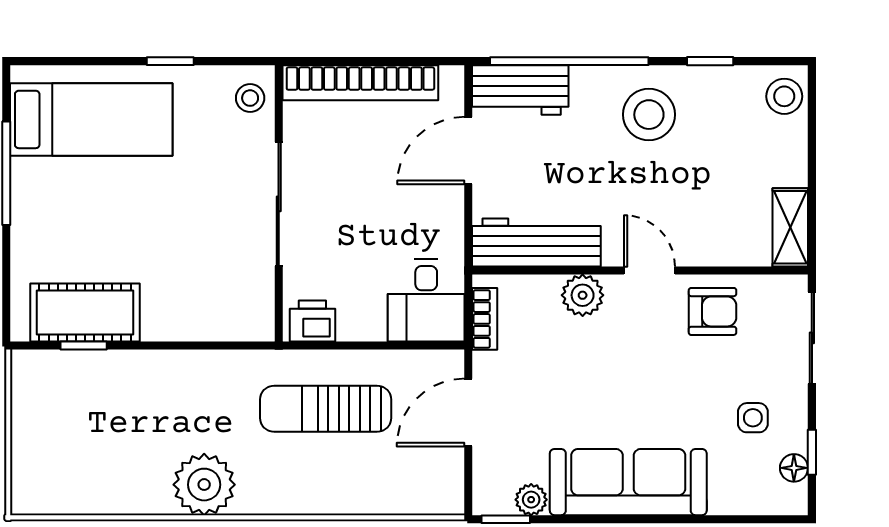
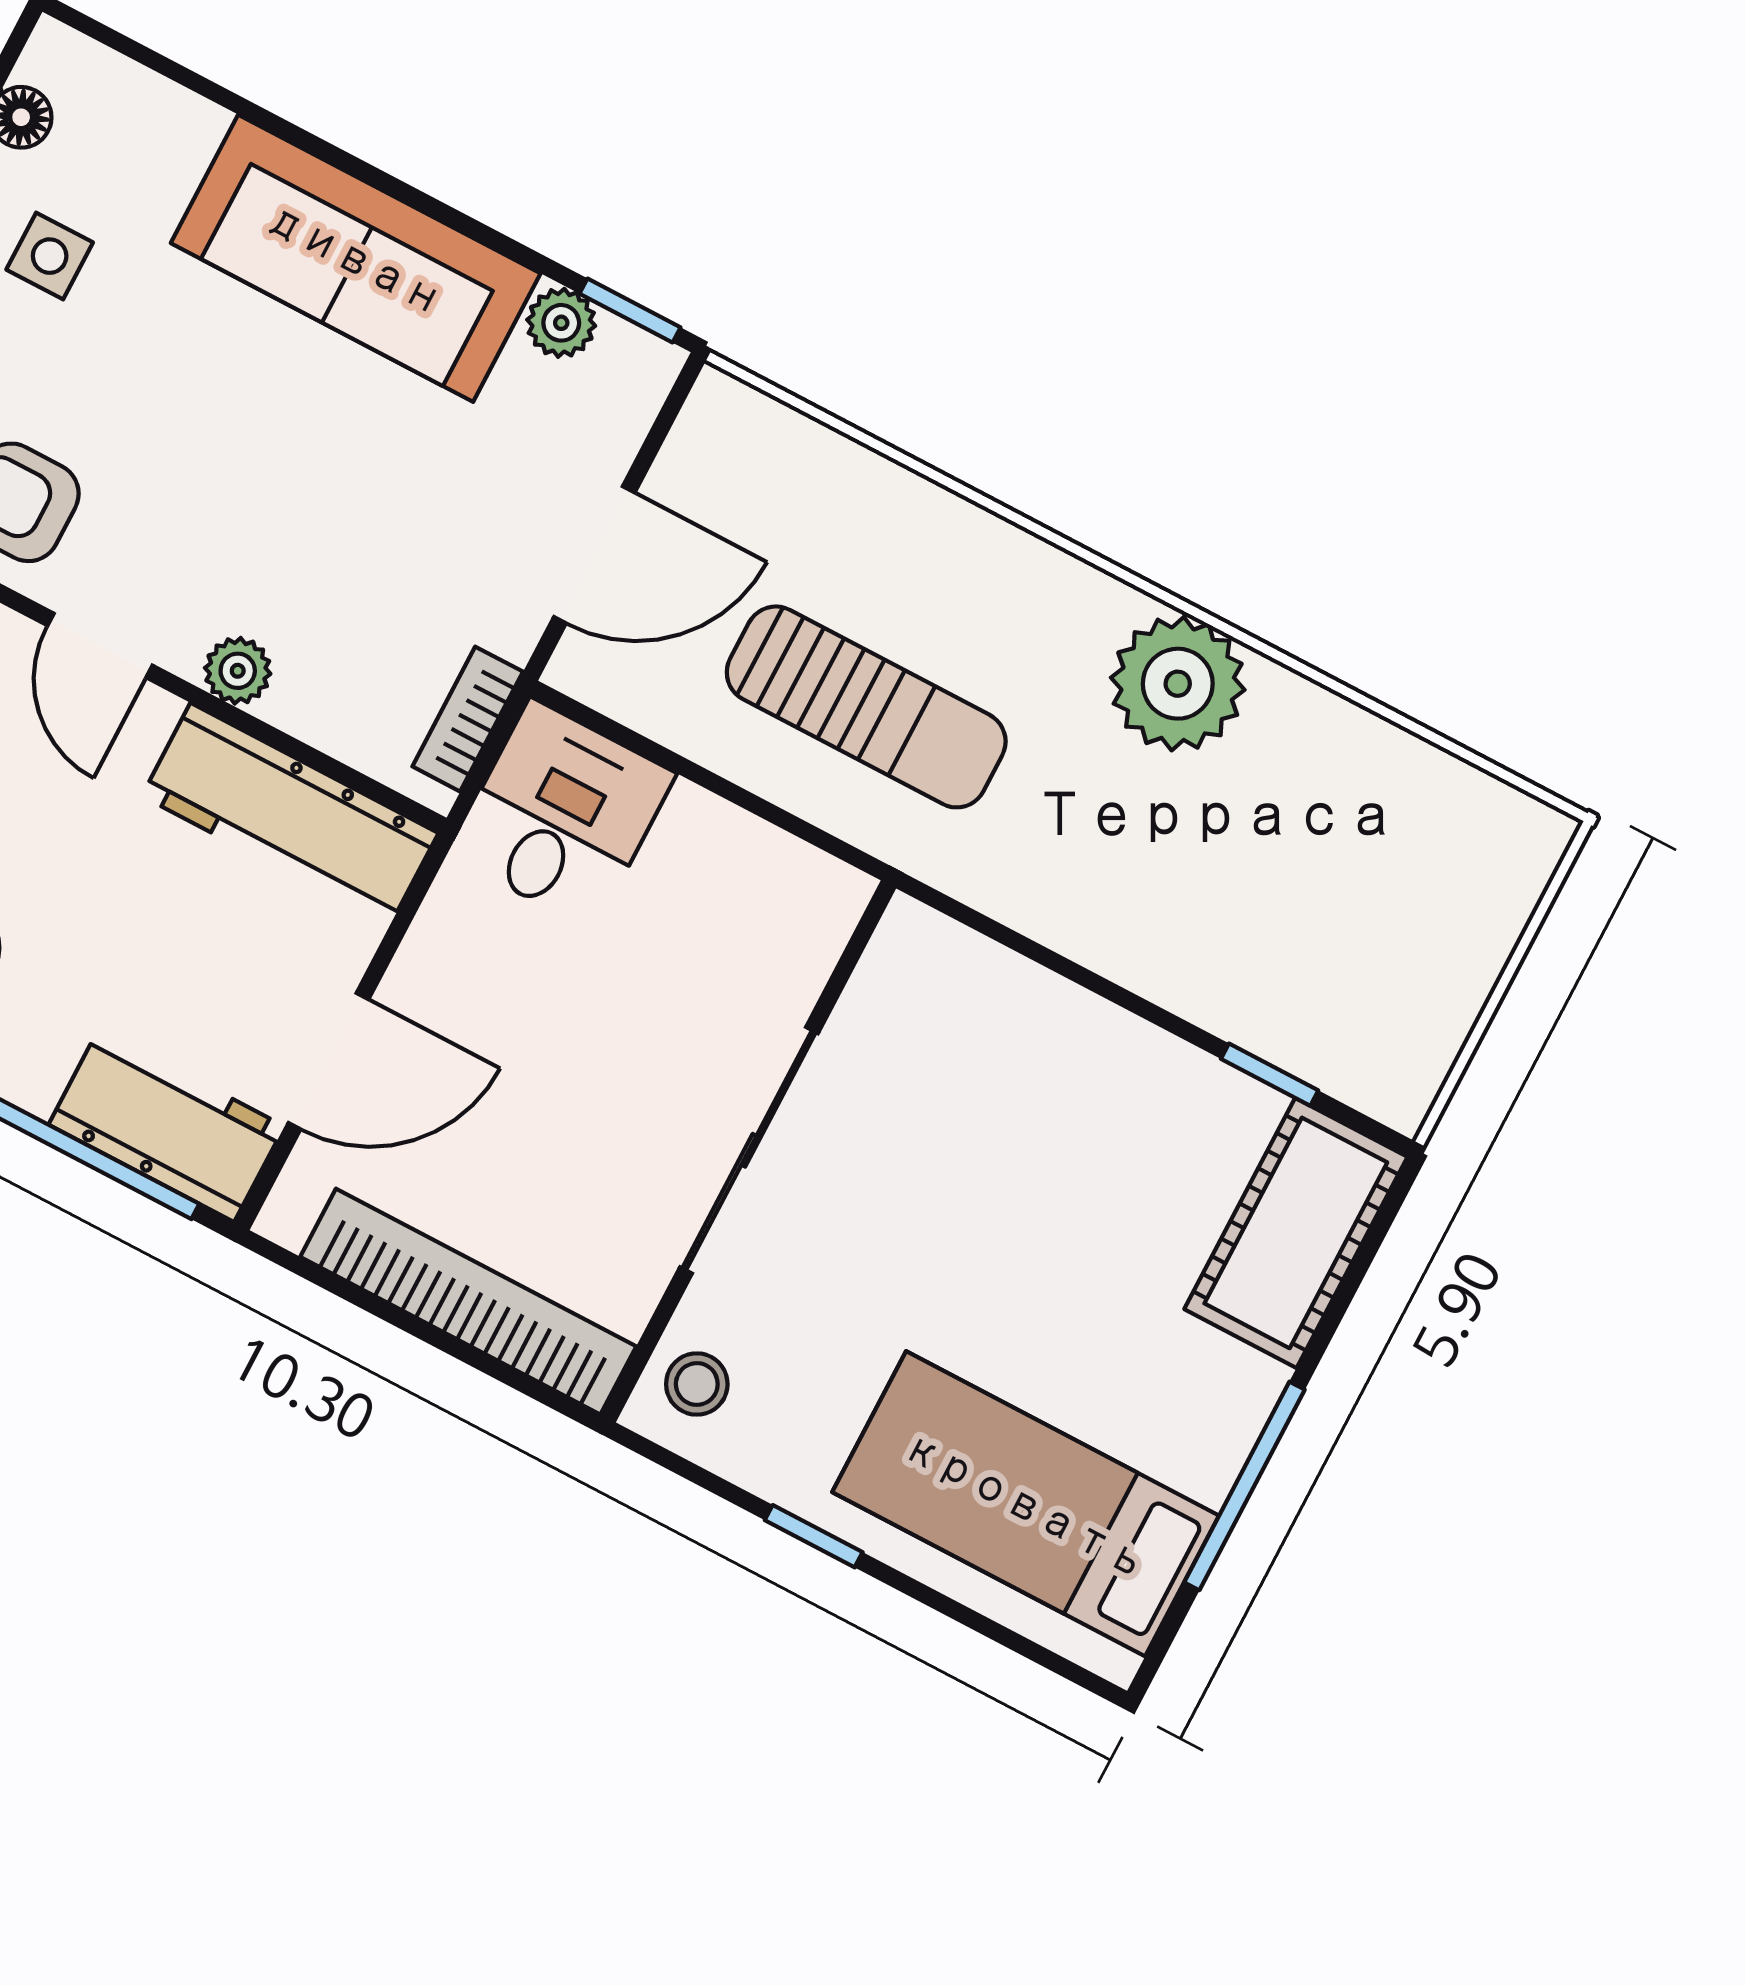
plant: (583, 295) -> (238, 671), width x0.73, depth x0.73
cot: (85, 312) -> (1296, 1233), moved, turned 90
printer: (312, 321) -> (803, 890), removed

